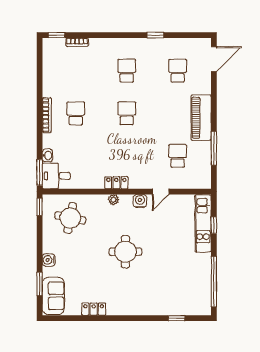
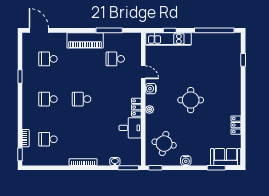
school desk: (76, 113) -> (48, 139), moved
desk: (56, 176) -> (130, 128), moved, turned -90
water cooler: (49, 260) -> (186, 161), moved

